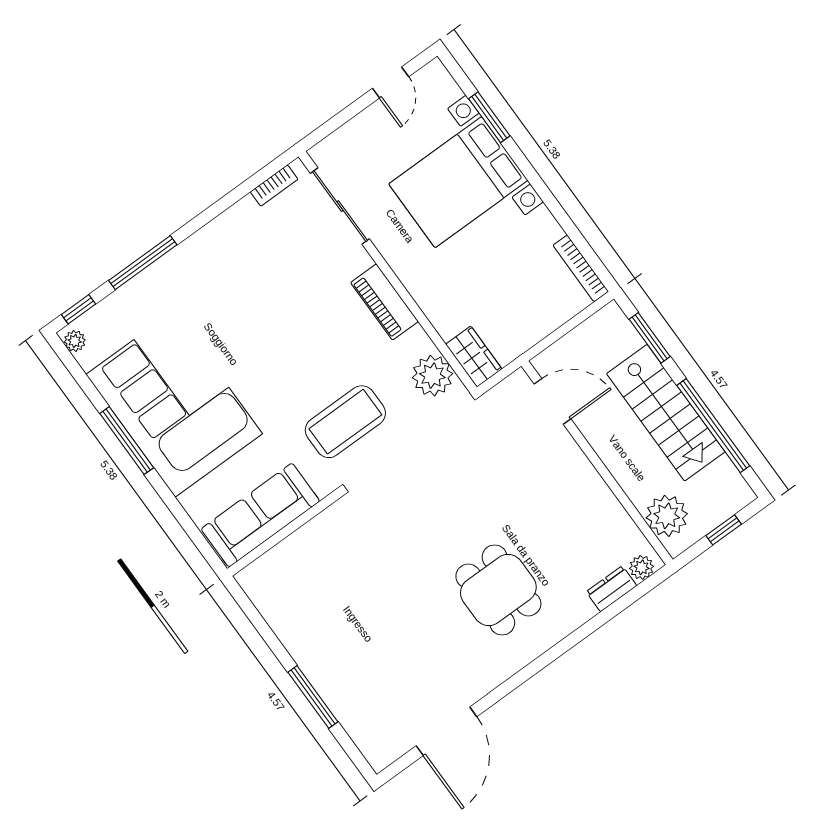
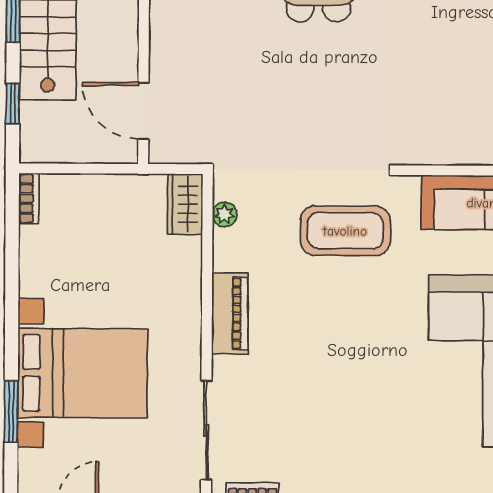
bookcase: (581, 268) -> (29, 199), width x0.64
window: (650, 338) -> (13, 104), width x0.67
plant: (432, 376) -> (225, 214), width x0.53, depth x0.53

